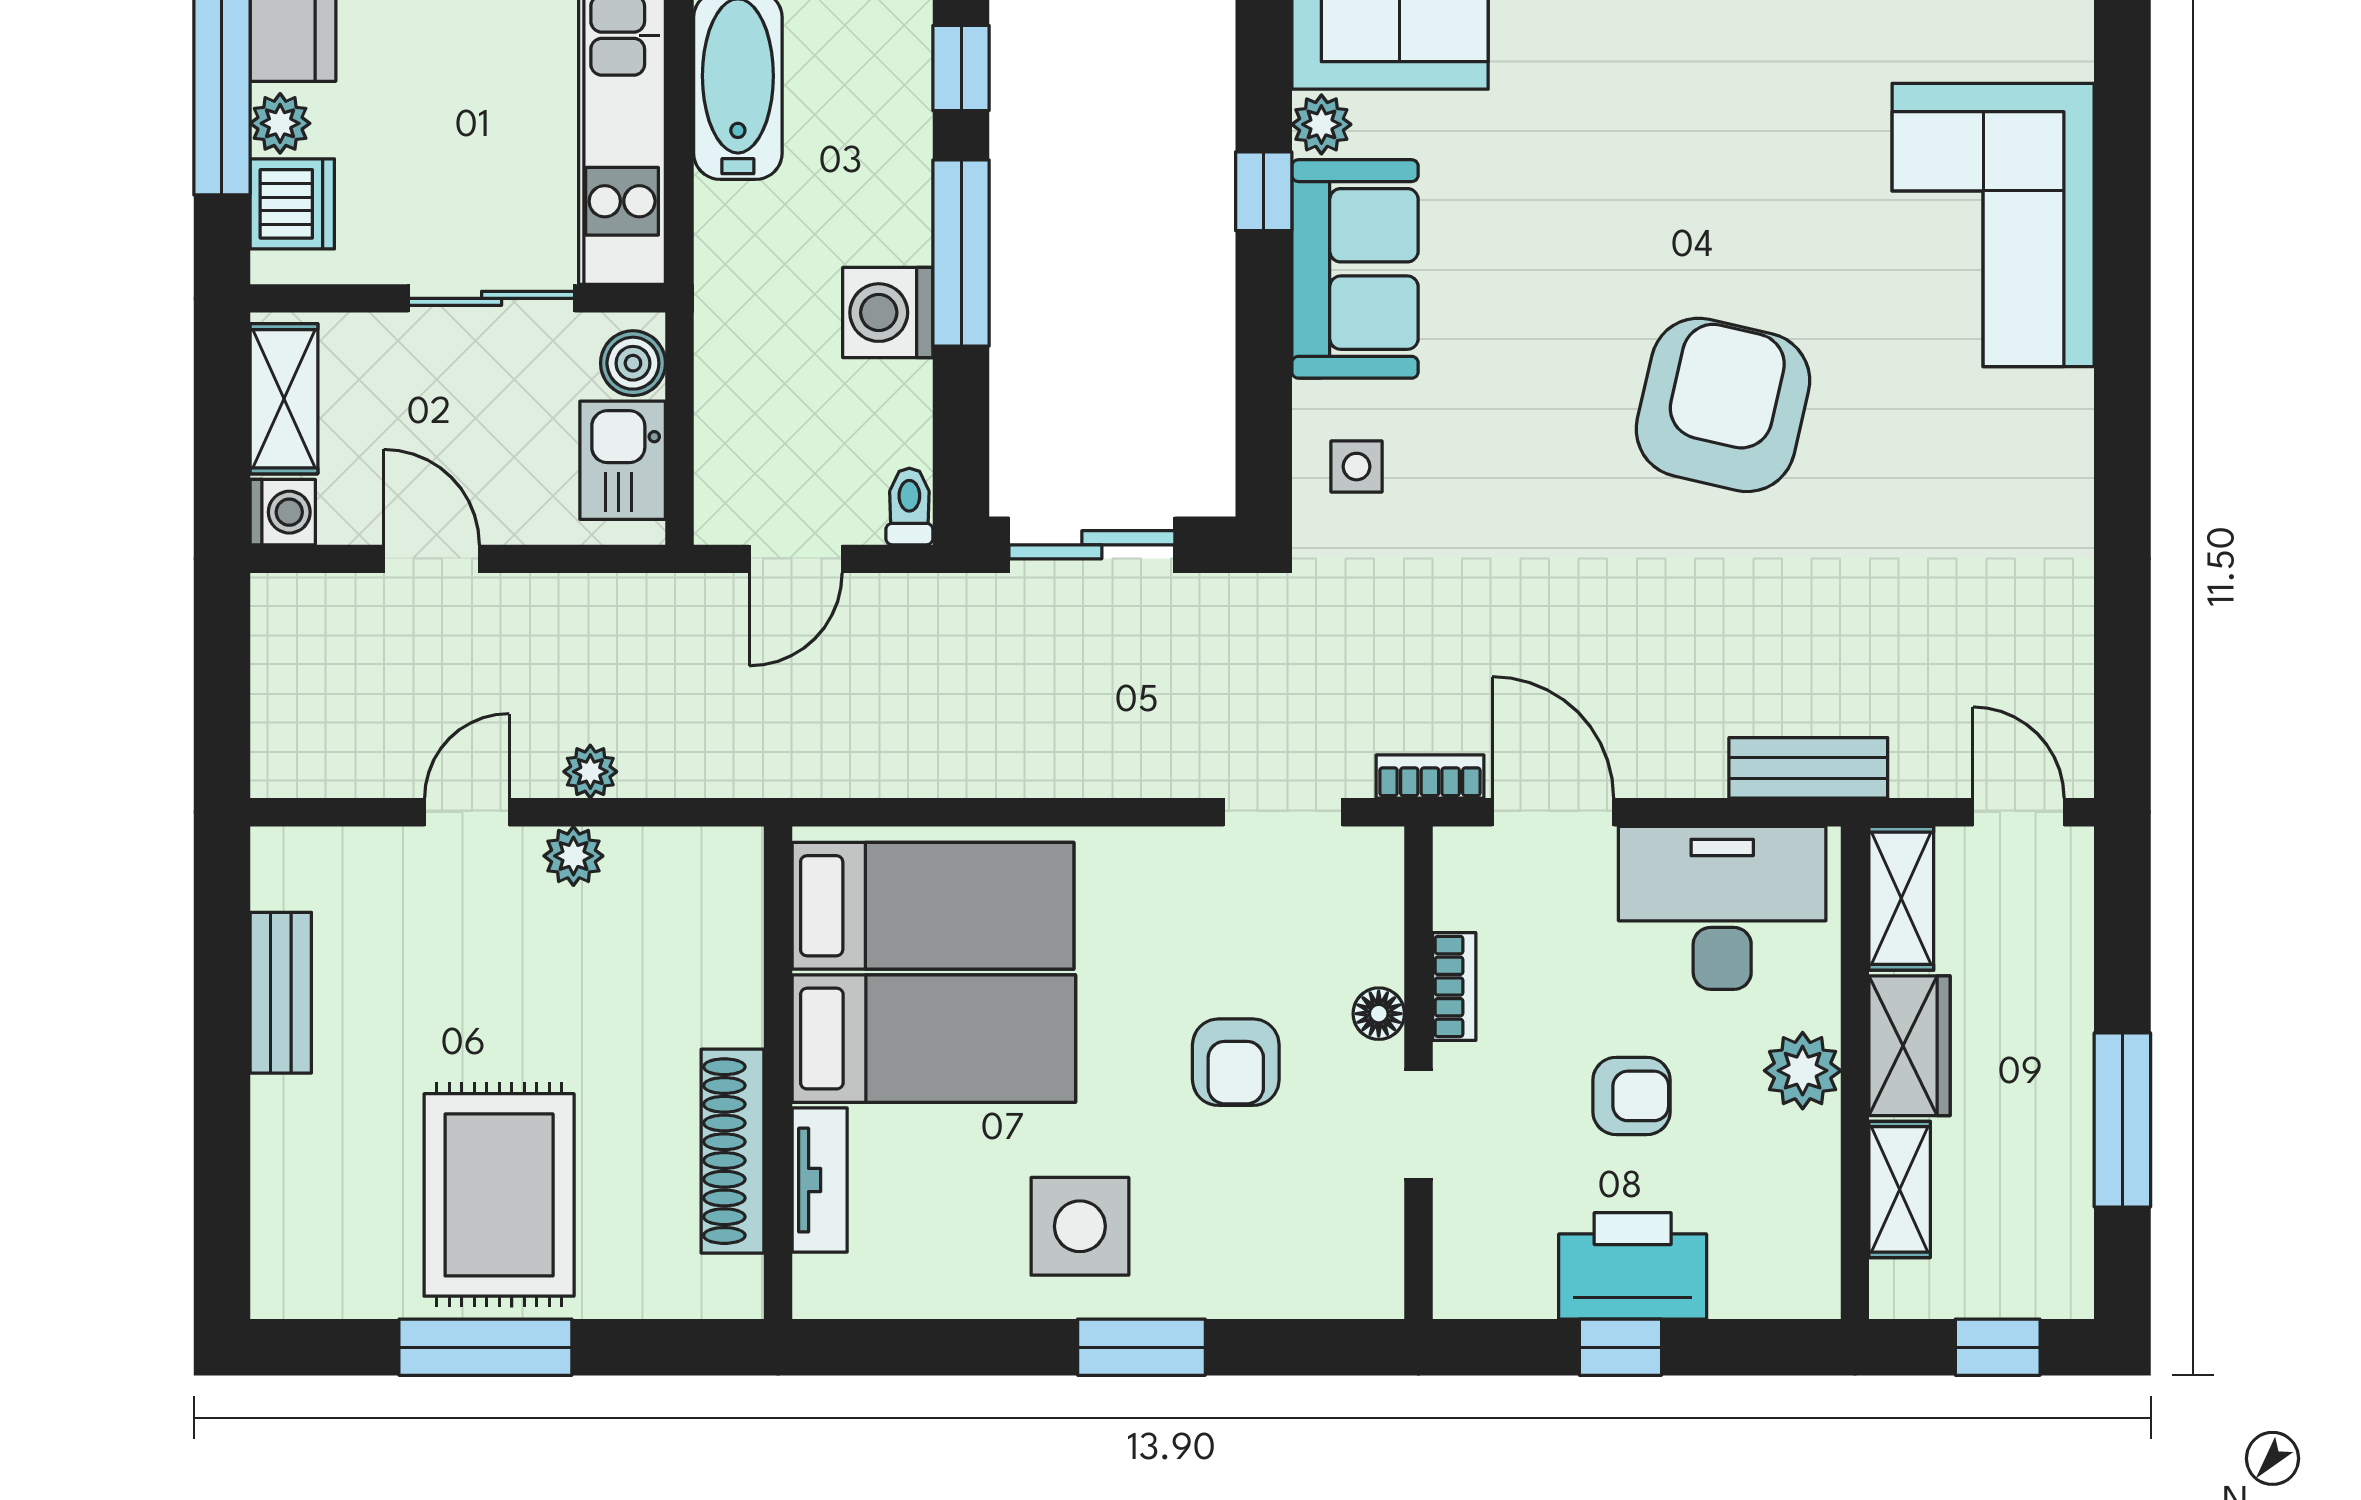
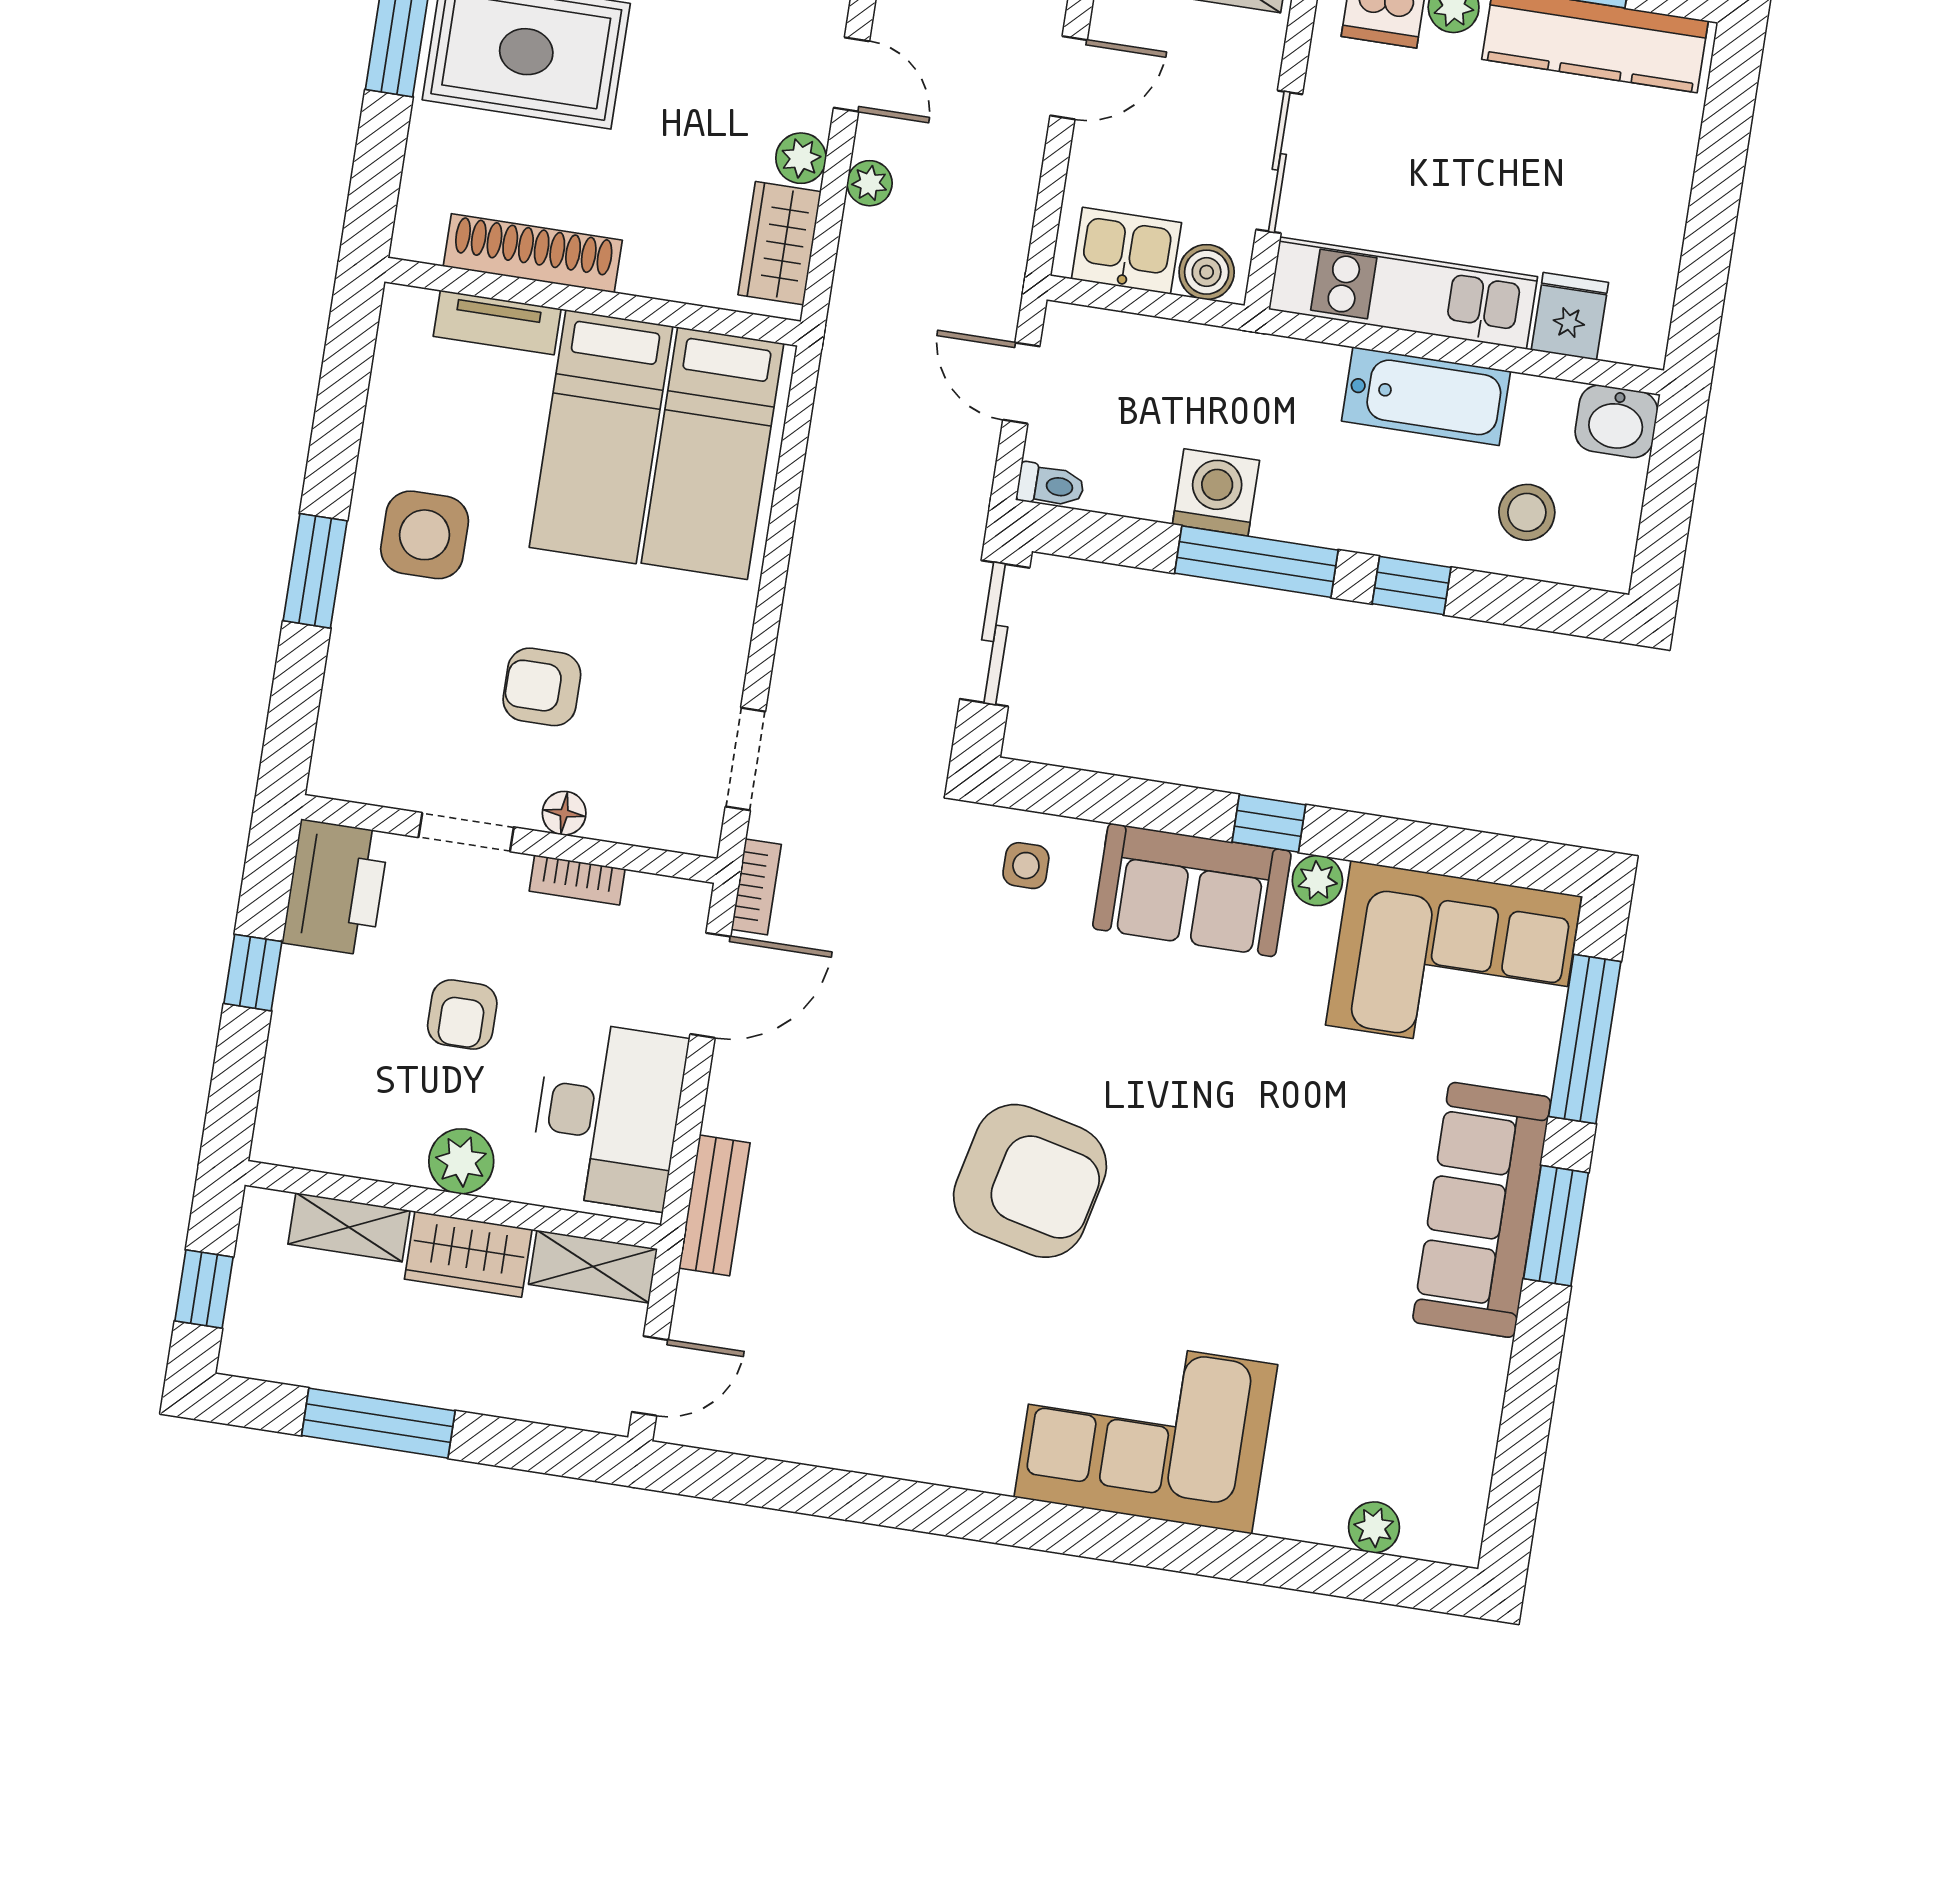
wardrobe: (676, 866) -> (780, 243), added
printer: (1633, 1266) -> (336, 888), moved

